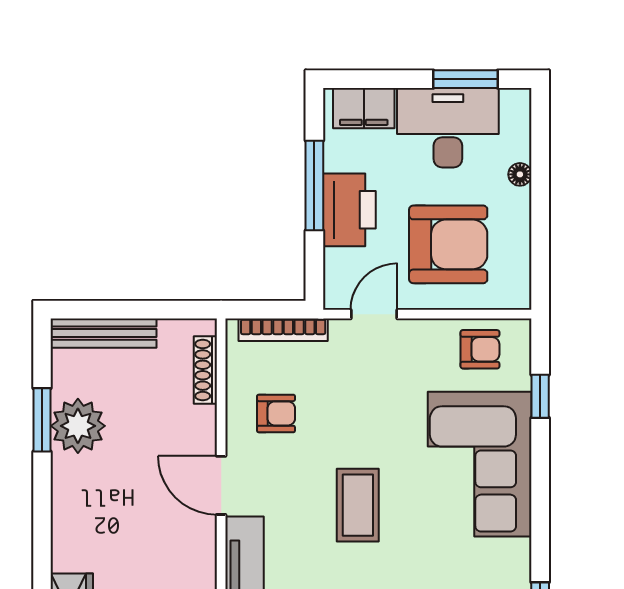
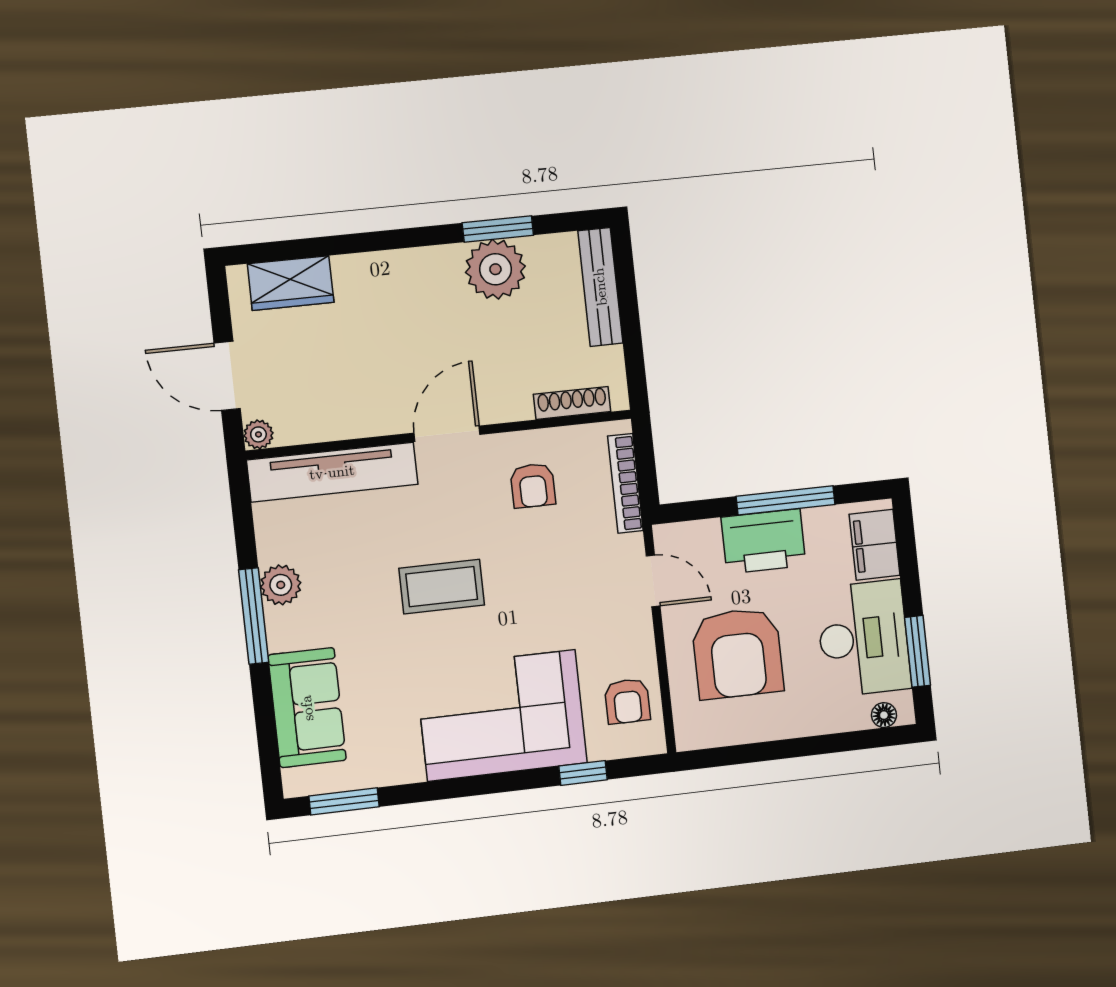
floor lamp: (520, 174) -> (884, 715), moved

